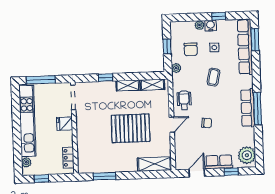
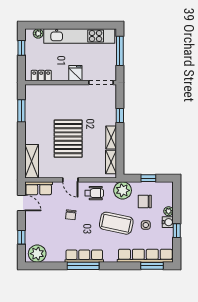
plant: (176, 68) -> (123, 190), width x1.87, depth x1.87
coffee table: (213, 77) -> (116, 223), width x1.86, depth x1.72
row of seats: (219, 162) -> (39, 188), moved, turned 90

